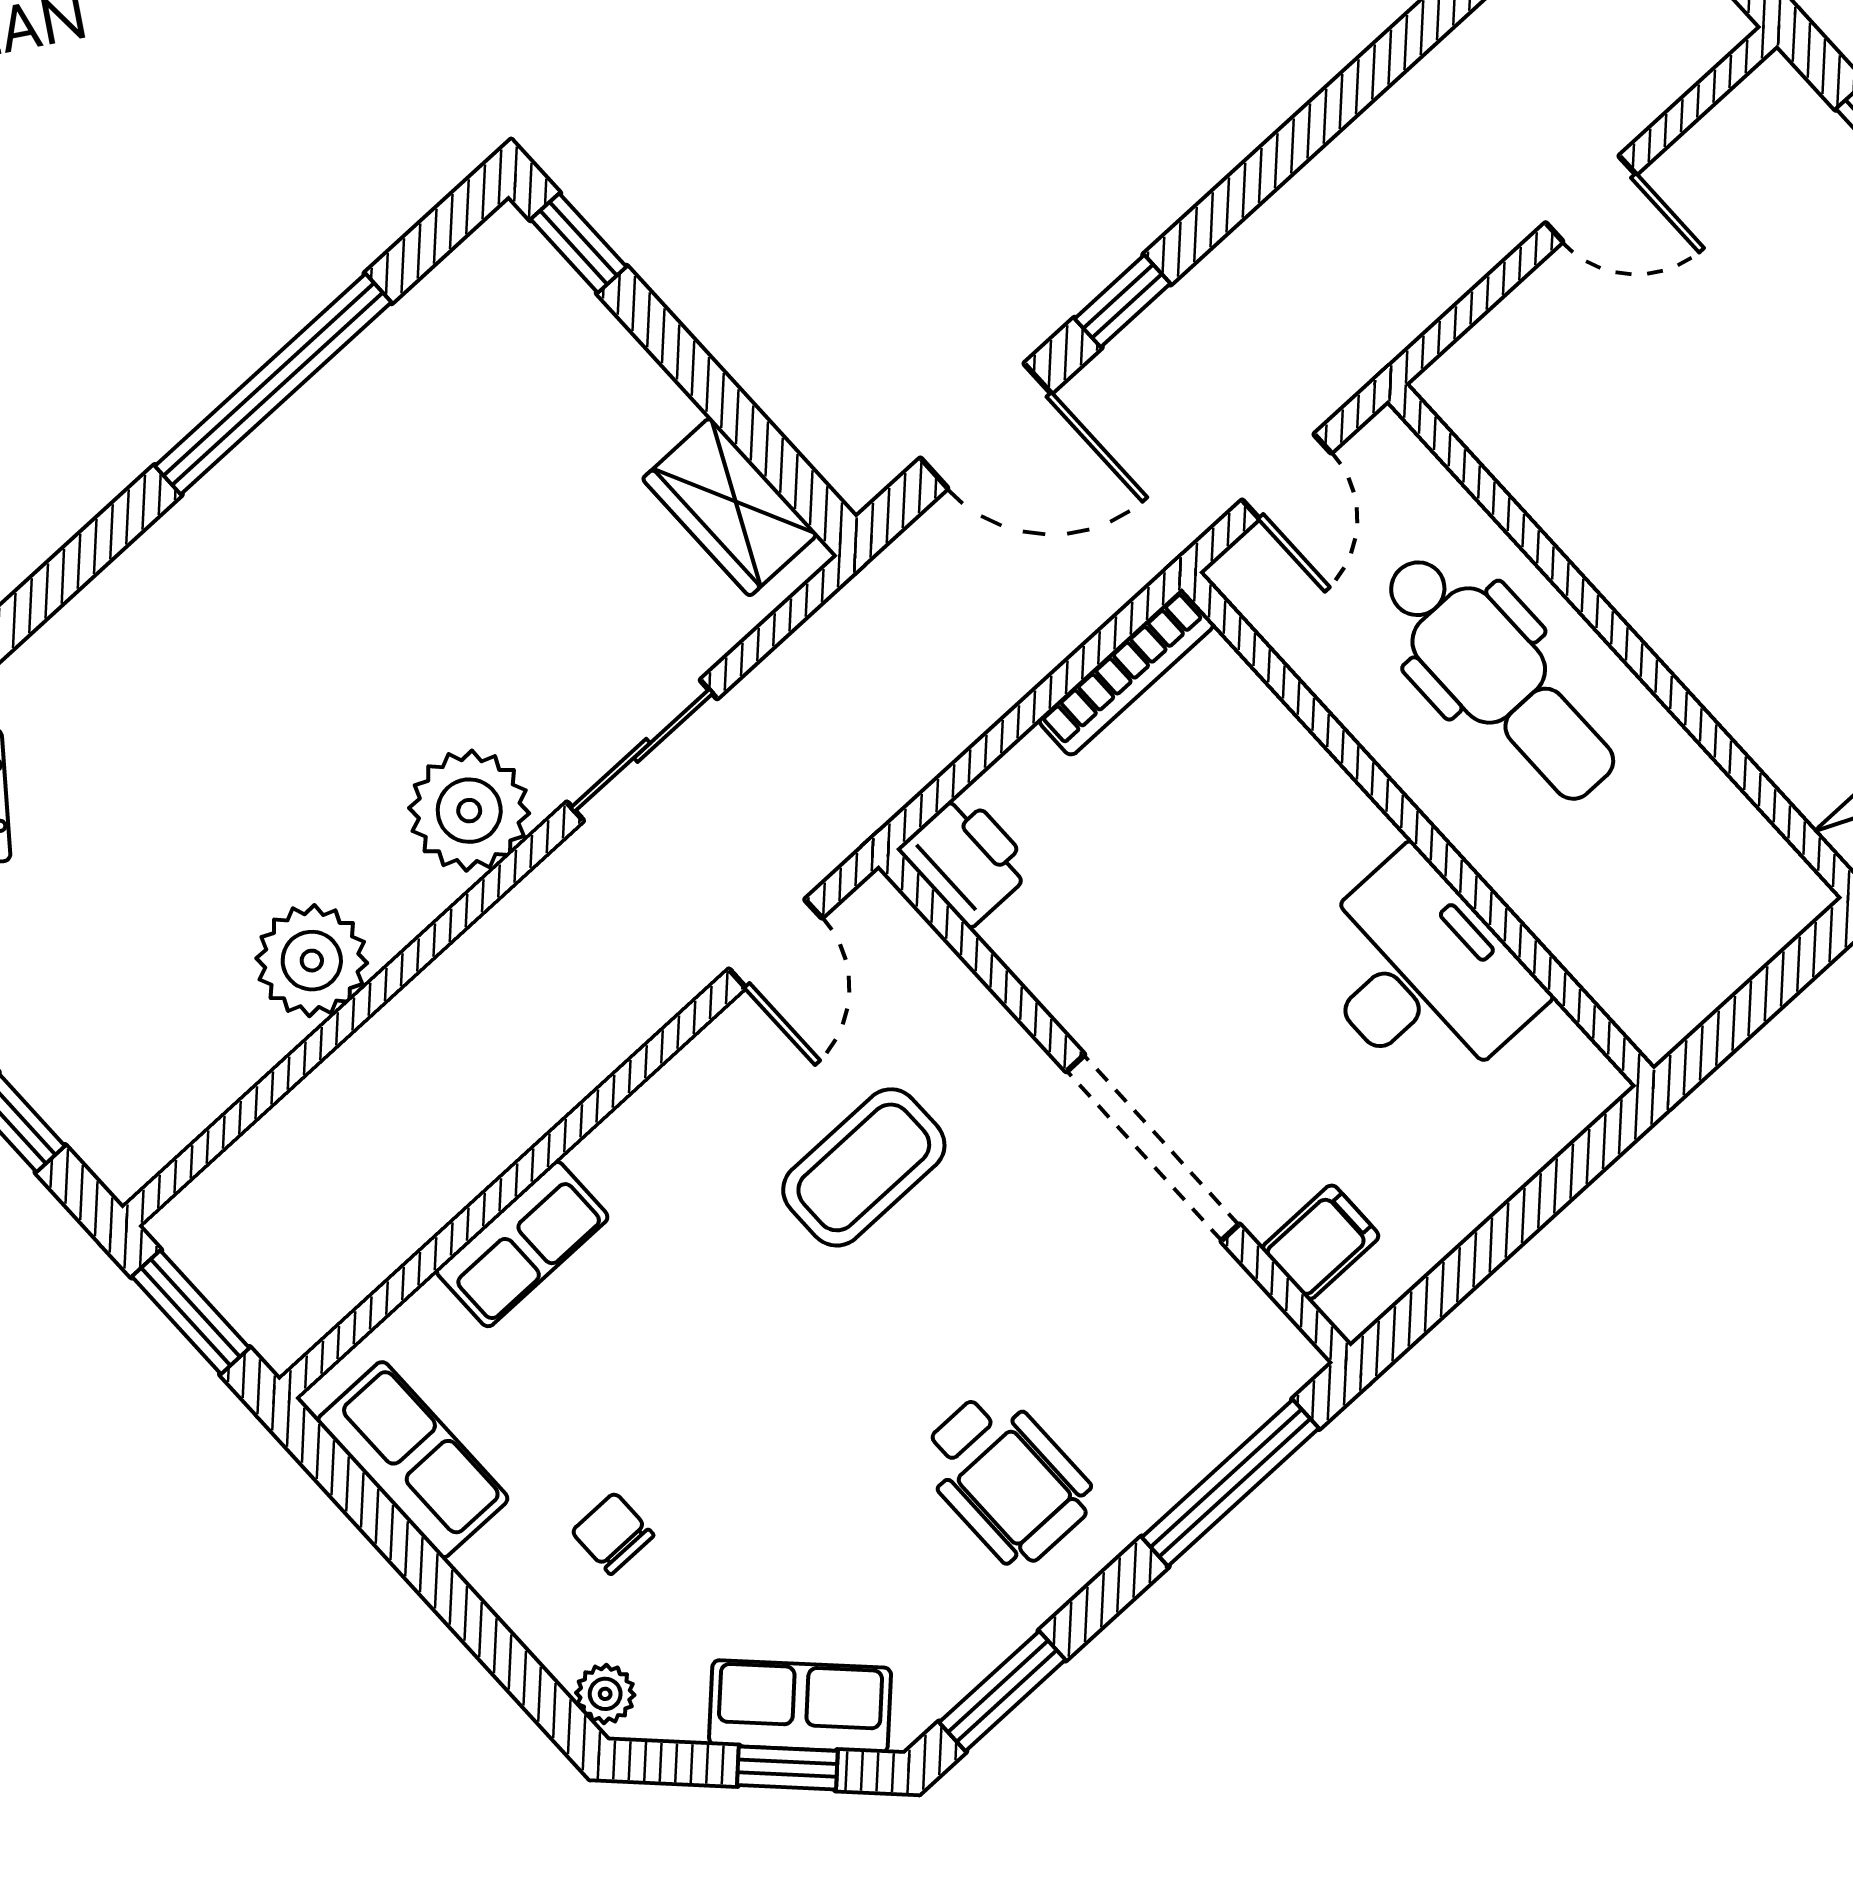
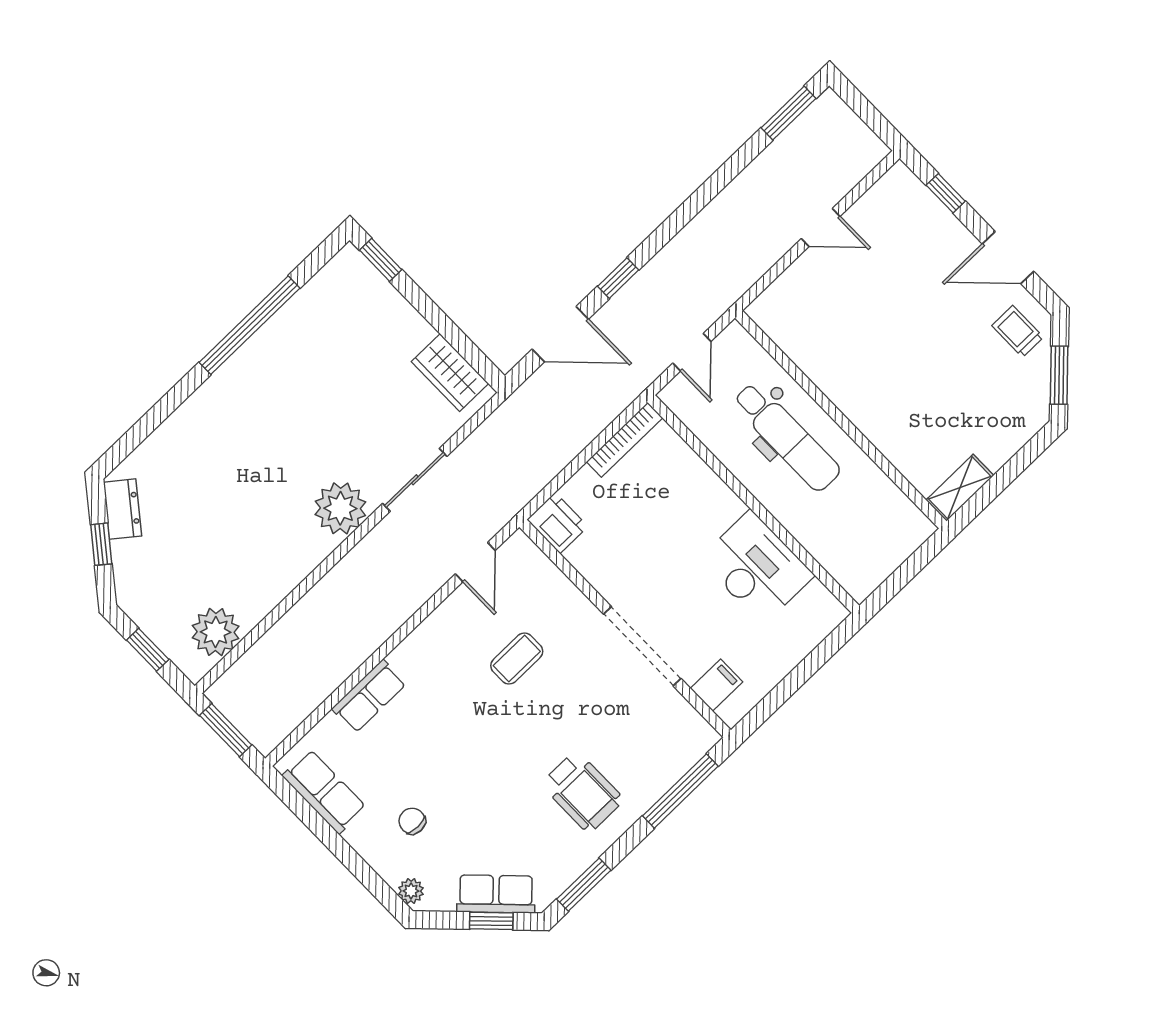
plant: (312, 961) -> (216, 632), moved
coffee table: (864, 1167) -> (517, 658), width x0.73, depth x0.77

